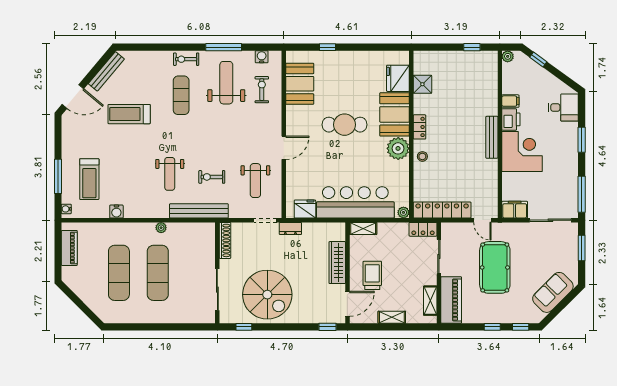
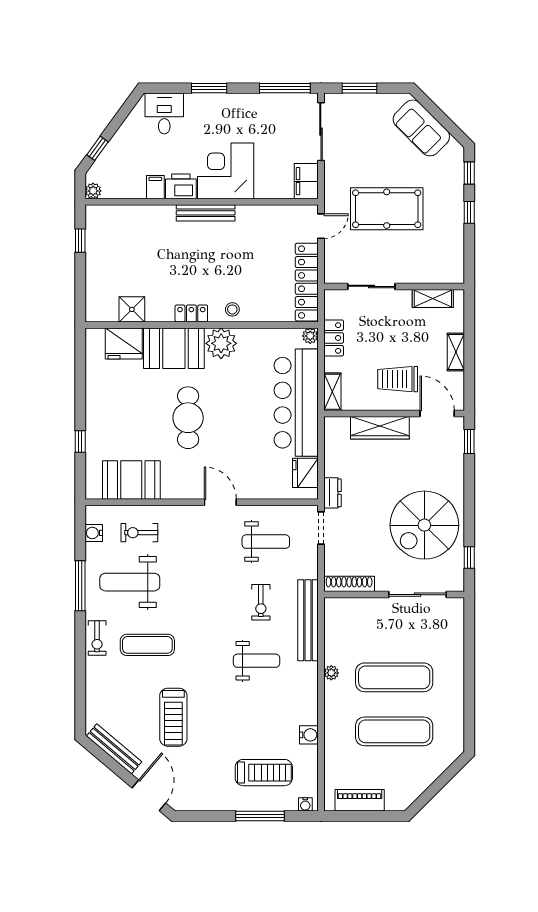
locker: (423, 229) -> (334, 338), moved
spiral stairs: (267, 295) -> (424, 525), turned 180
piano: (451, 300) -> (432, 269), removed

